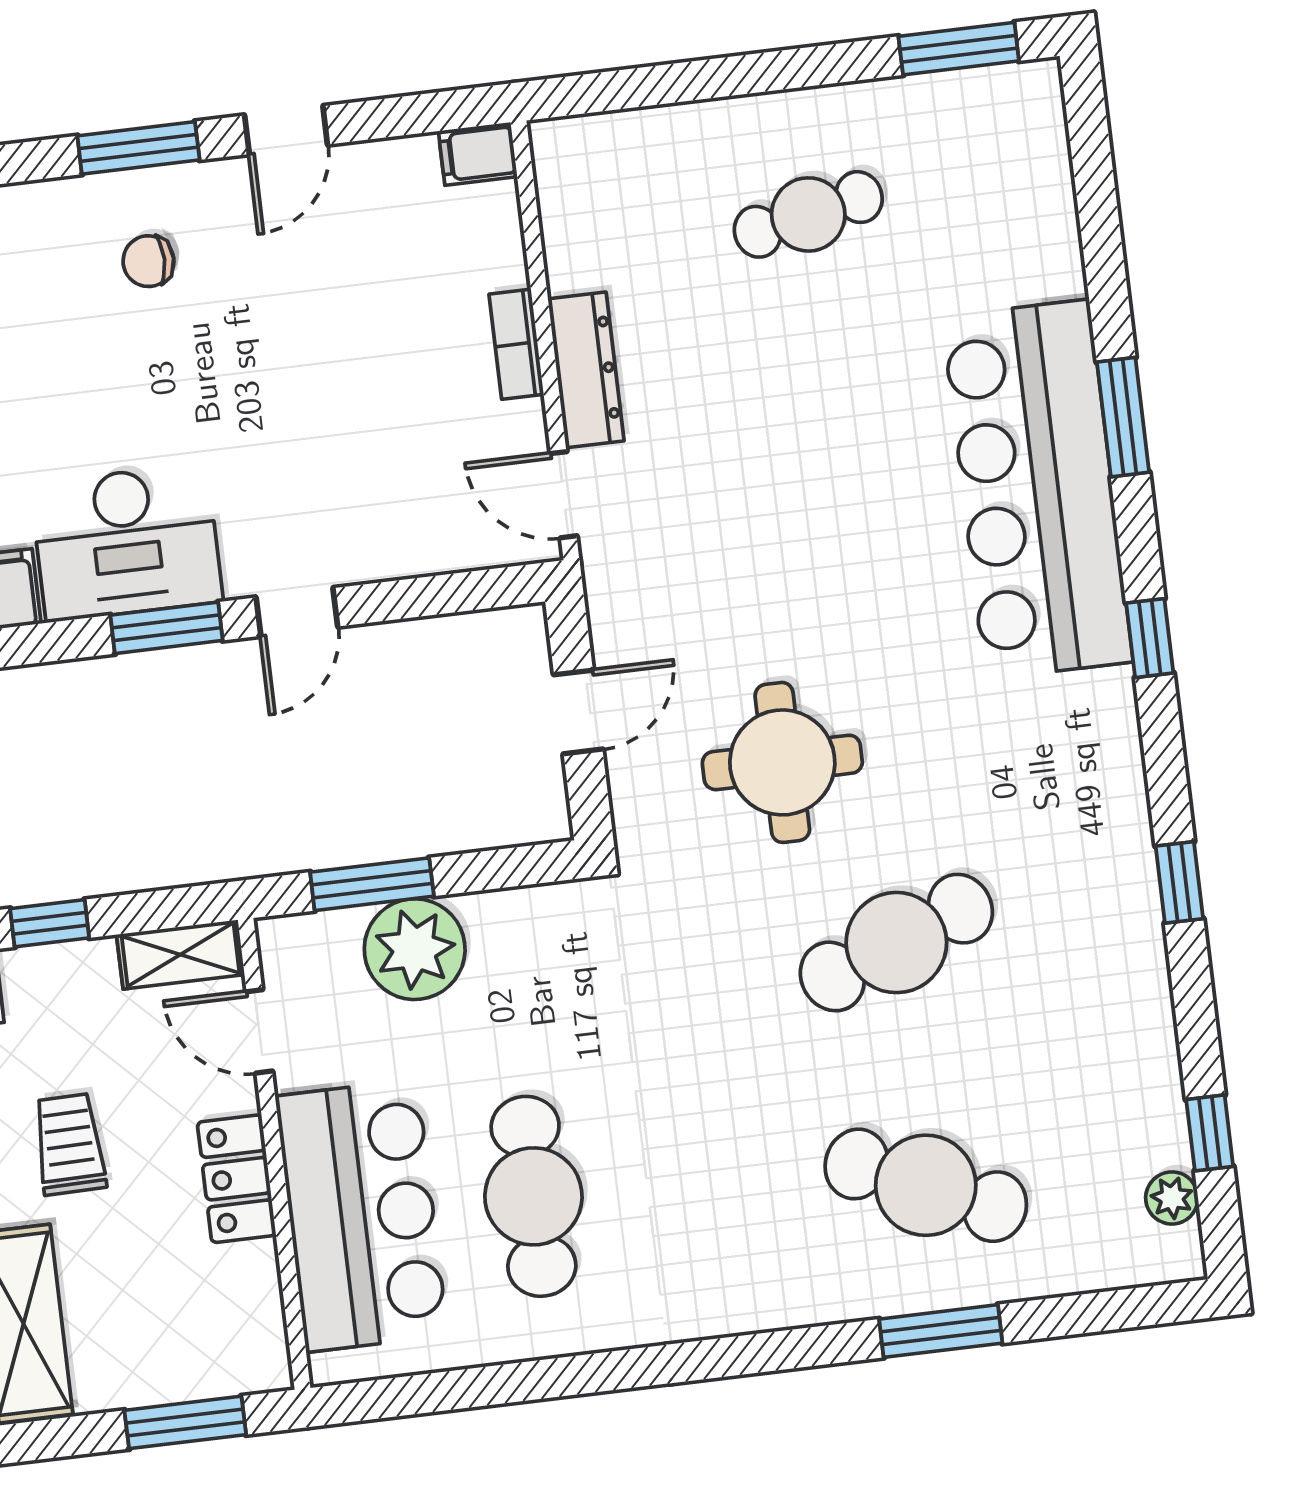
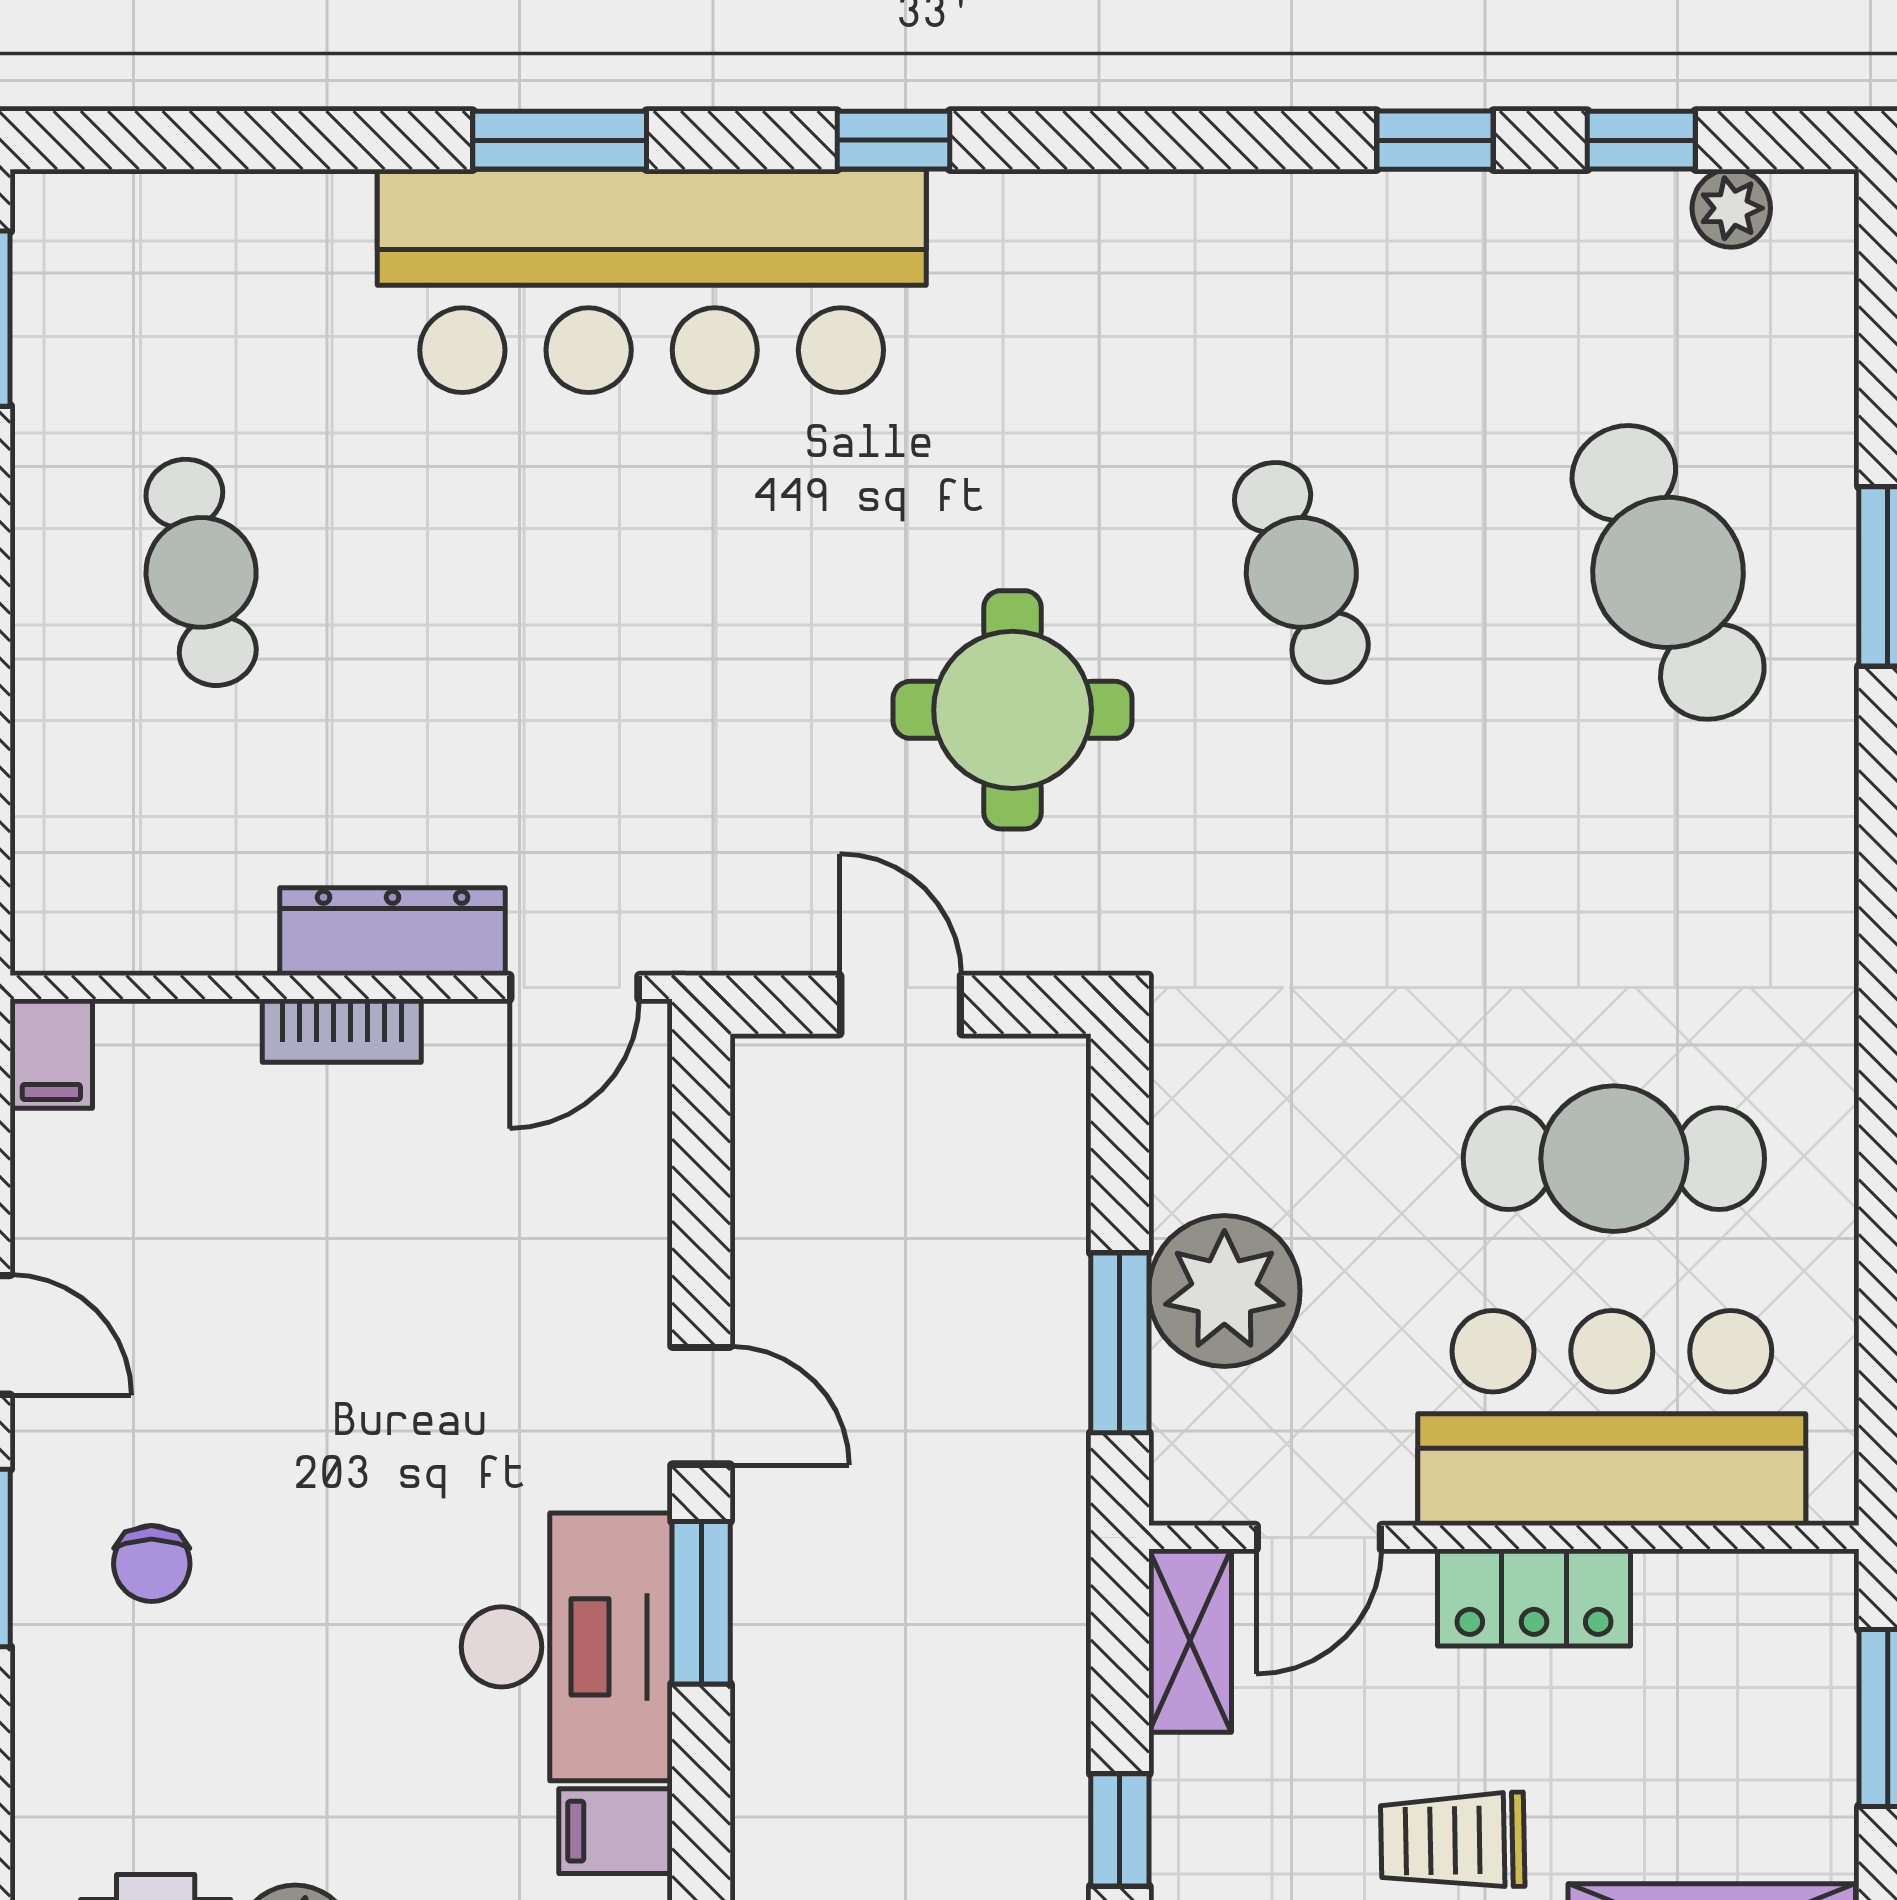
window: (1179, 882) -> (1435, 140), moved
cafe table: (896, 943) -> (1301, 572), width x0.73, depth x0.74
cafe table: (926, 1185) -> (1668, 572), turned -48

